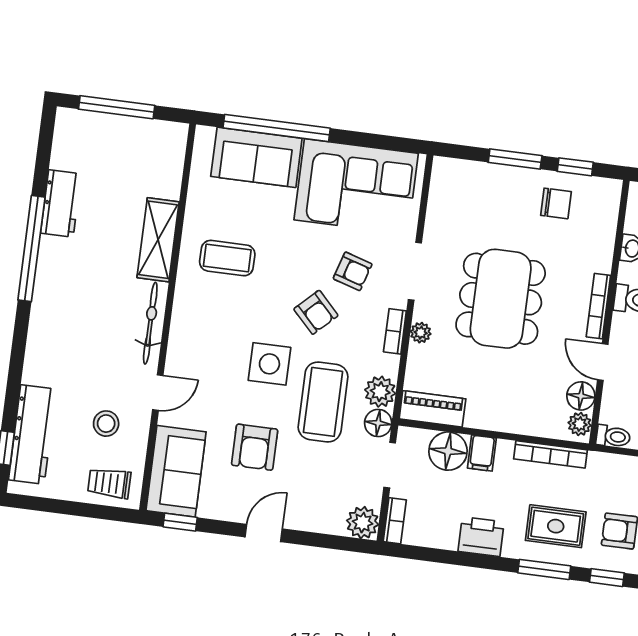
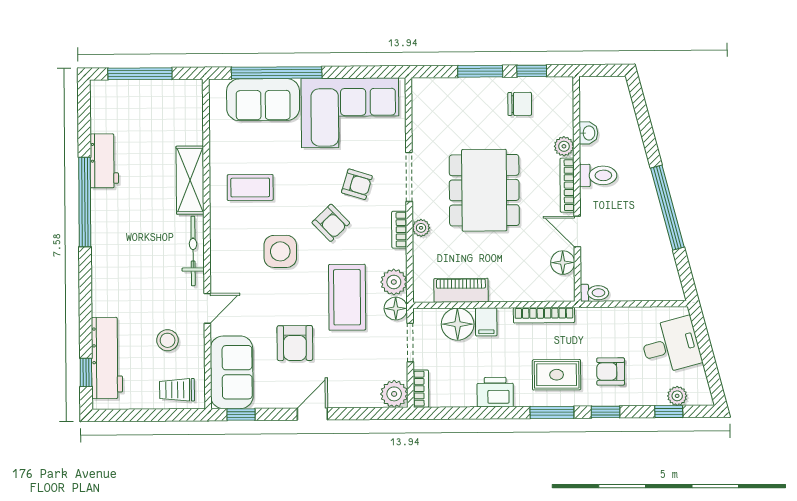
side table: (269, 364) -> (280, 251), moved
piano: (432, 409) -> (461, 290), moved
plant: (580, 424) -> (564, 146), moved

